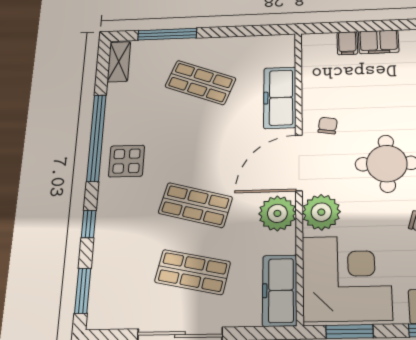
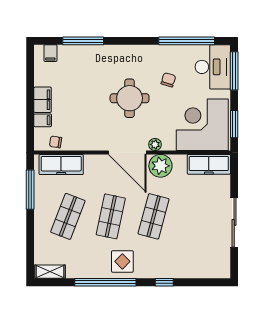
window: (167, 34) -> (30, 190), moved
freezer: (280, 98) -> (61, 165), moved
chair: (328, 126) -> (56, 142), moved
plant: (321, 212) -> (155, 144), width x0.53, depth x0.53
shop shelf: (193, 272) -> (111, 216), moved
window: (83, 291) -> (206, 282), removed

